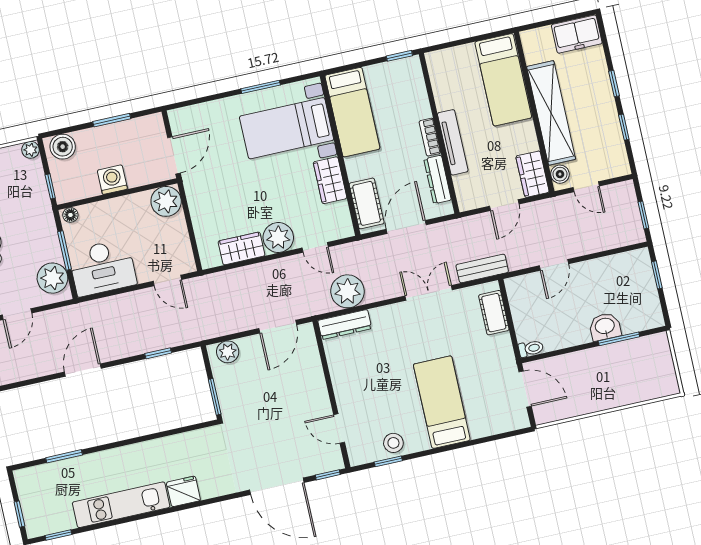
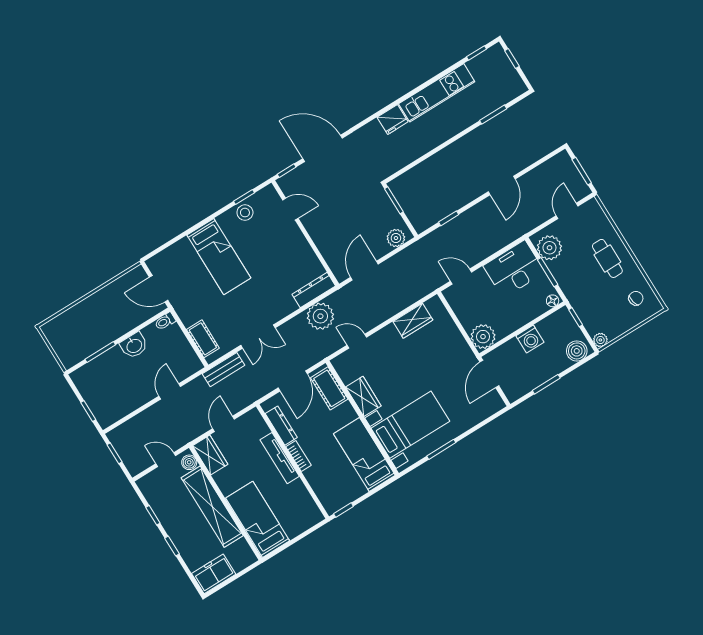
plant: (278, 237) -> (388, 339), removed
washbasin: (605, 327) -> (134, 345), moved

